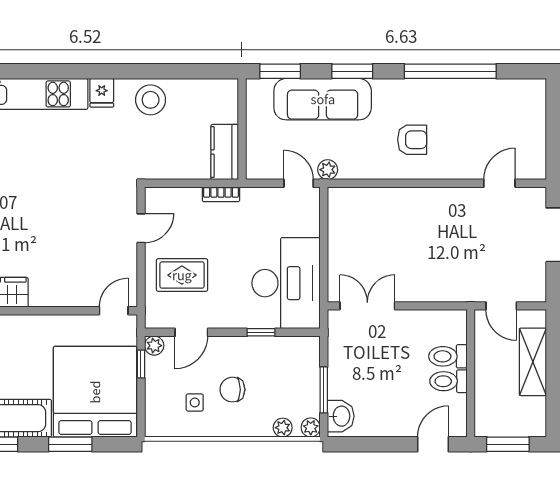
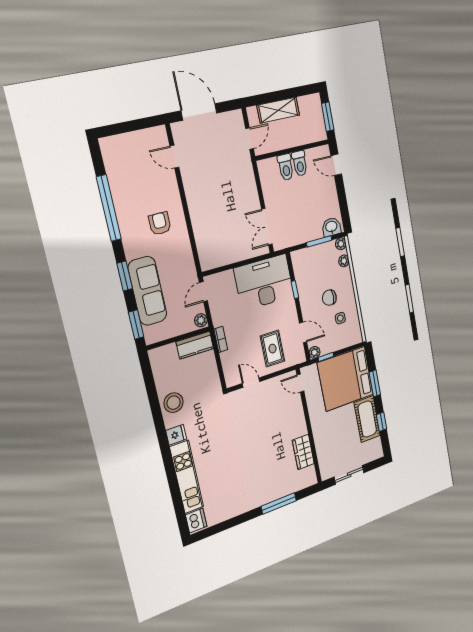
plant: (328, 170) -> (201, 320), moved
chair: (232, 390) -> (329, 298), turned 90

